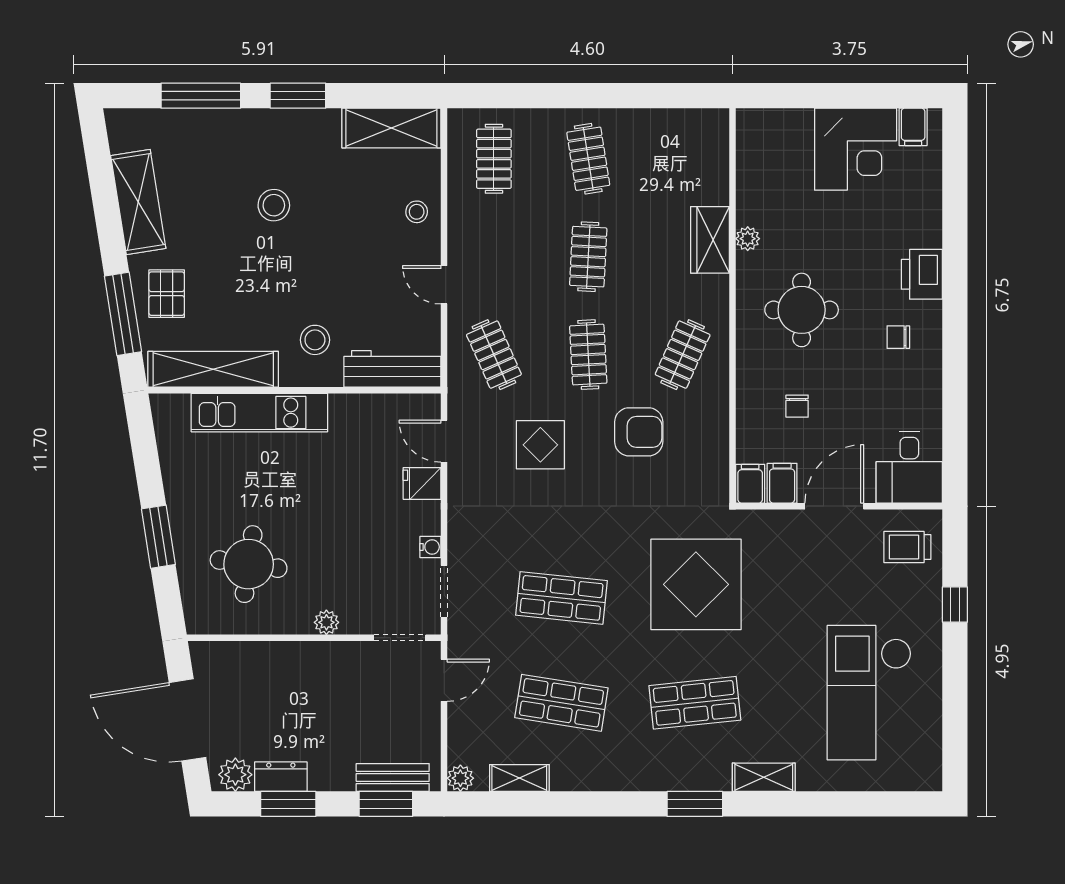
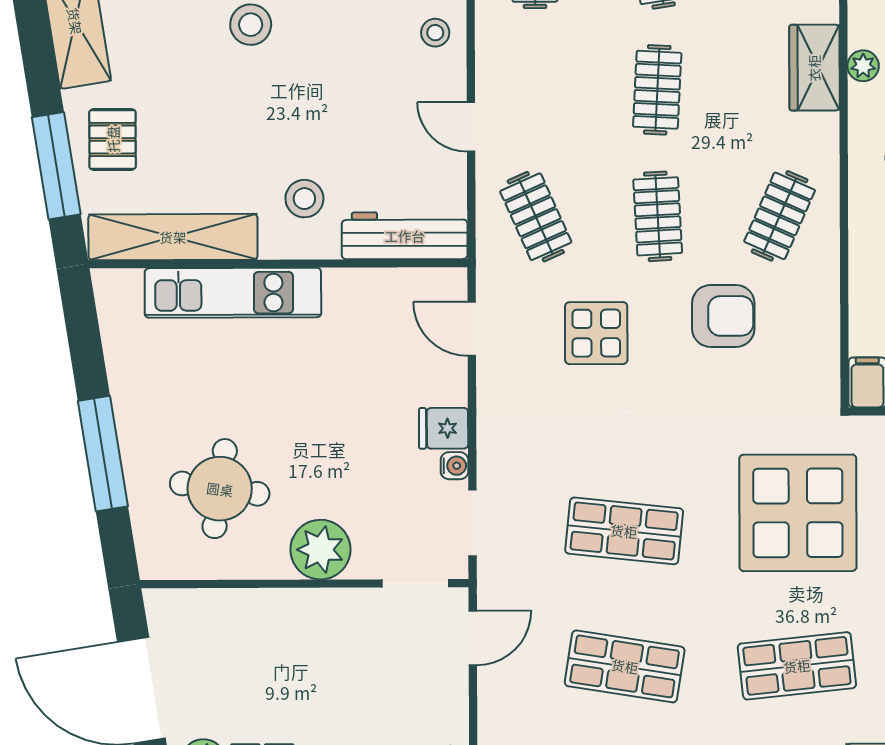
fridge: (422, 483) -> (444, 428), moved
window: (158, 537) -> (103, 454), width x1.44
plant: (326, 622) -> (320, 550), width x1.88, depth x1.88

